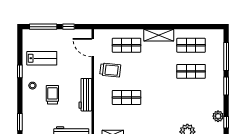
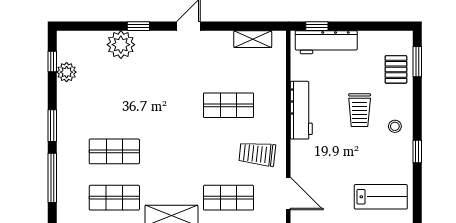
lab bench: (42, 58) -> (381, 197), moved, turned 180
pallet: (32, 118) -> (396, 69), added

